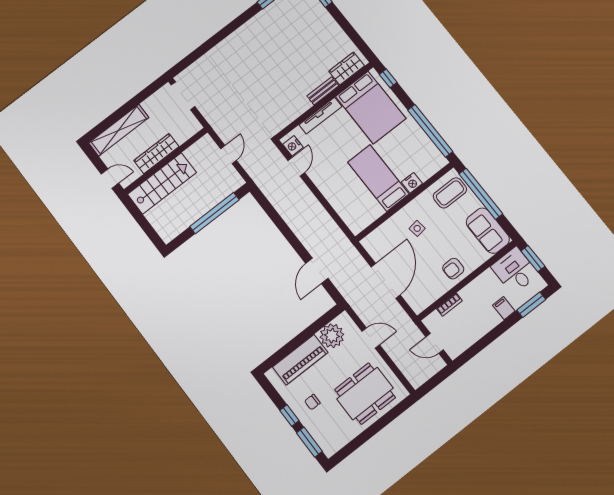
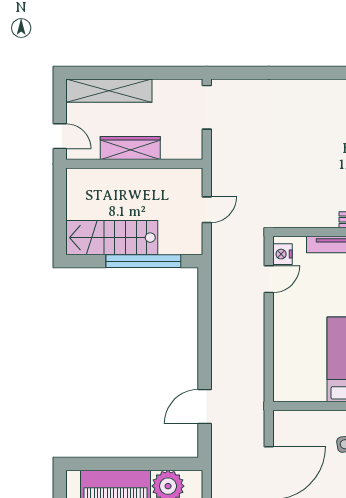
stairs: (162, 183) -> (112, 238), moved, turned 180

